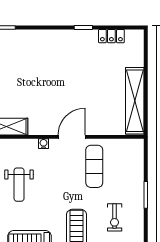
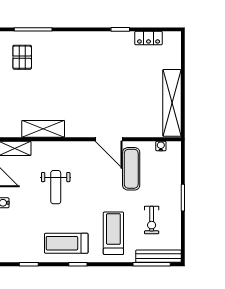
door: (72, 137) -> (109, 139), swing flipped
water cooler: (44, 144) -> (161, 146), moved

